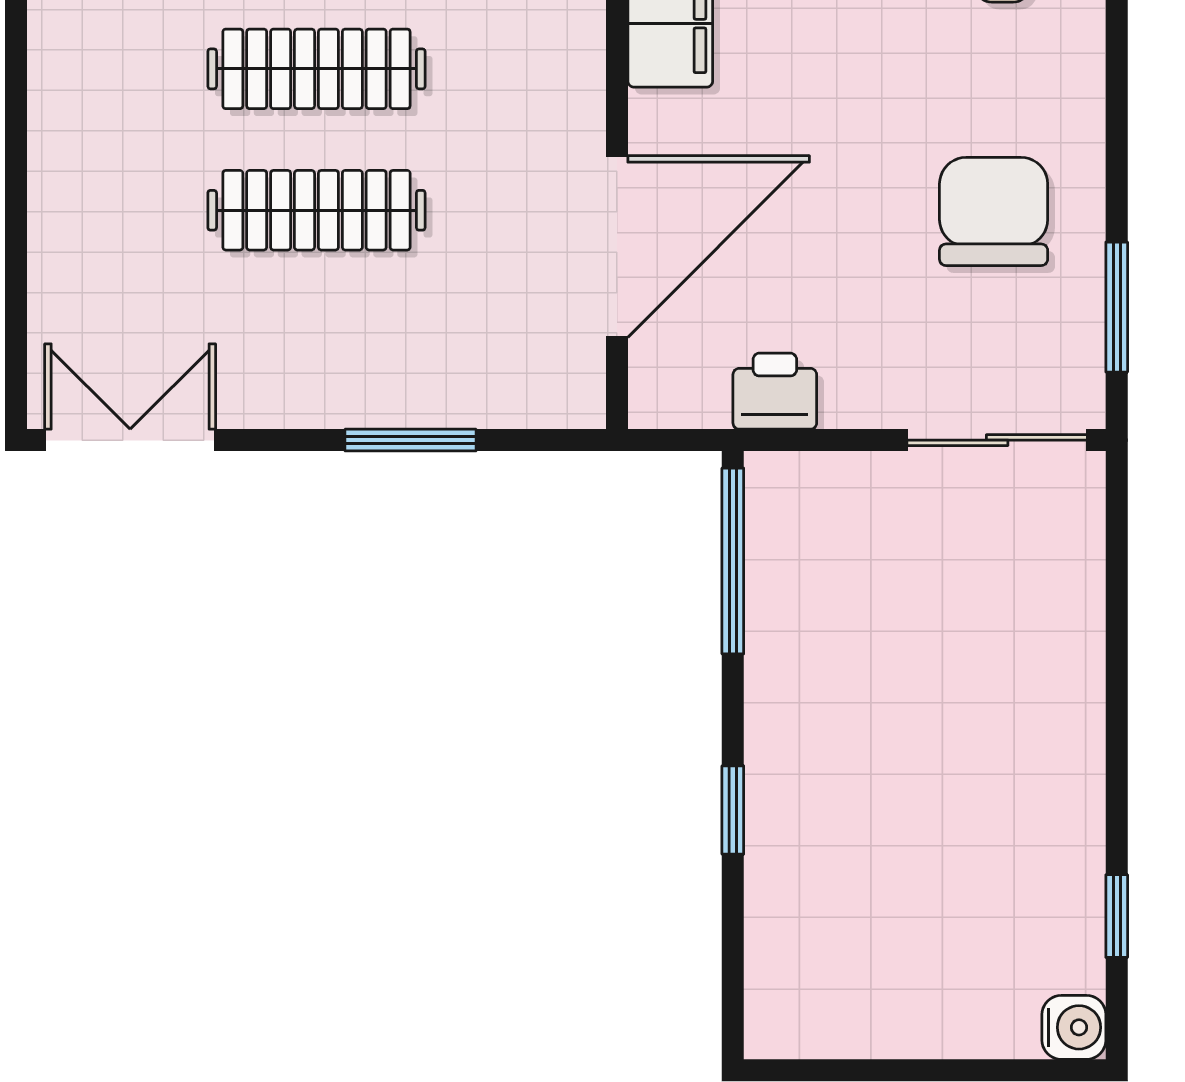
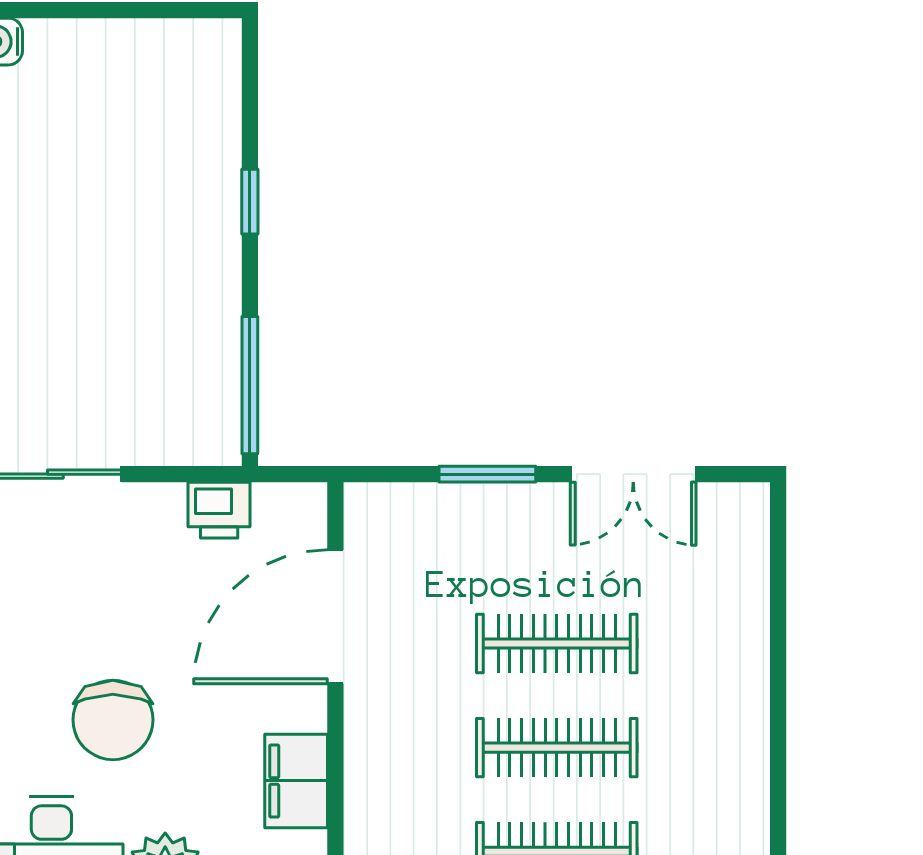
chair: (994, 211) -> (113, 720), moved
double door: (130, 440) -> (633, 474), moved

